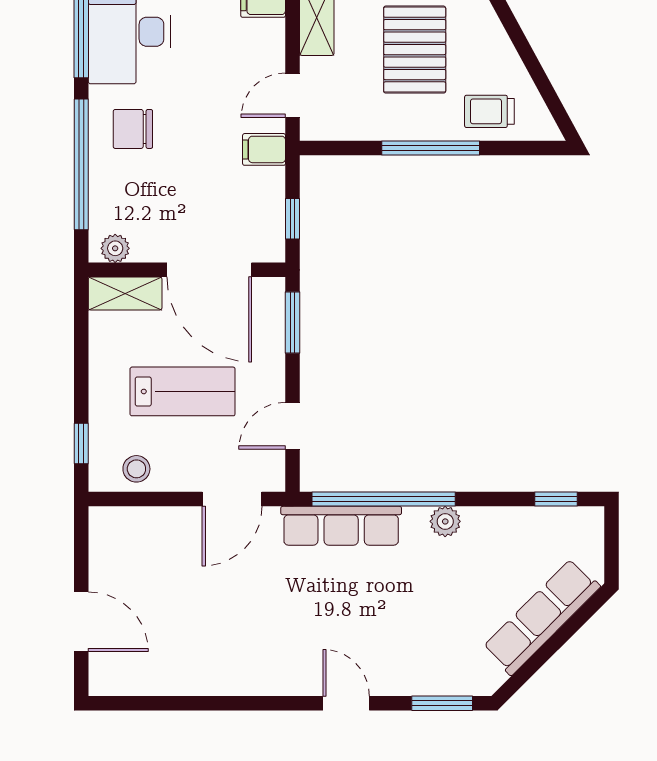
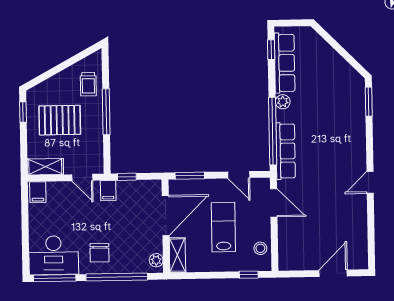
window: (293, 219) -> (127, 177), moved
row of seats: (542, 617) -> (285, 63), moved, turned -135
door: (346, 703) -> (370, 182), moved

